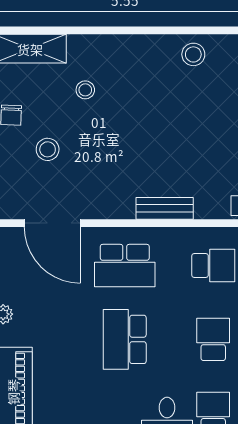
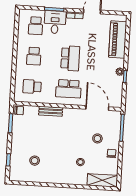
stool: (193, 54) -> (35, 161), moved
school desk: (125, 265) -> (68, 89), turned 180

